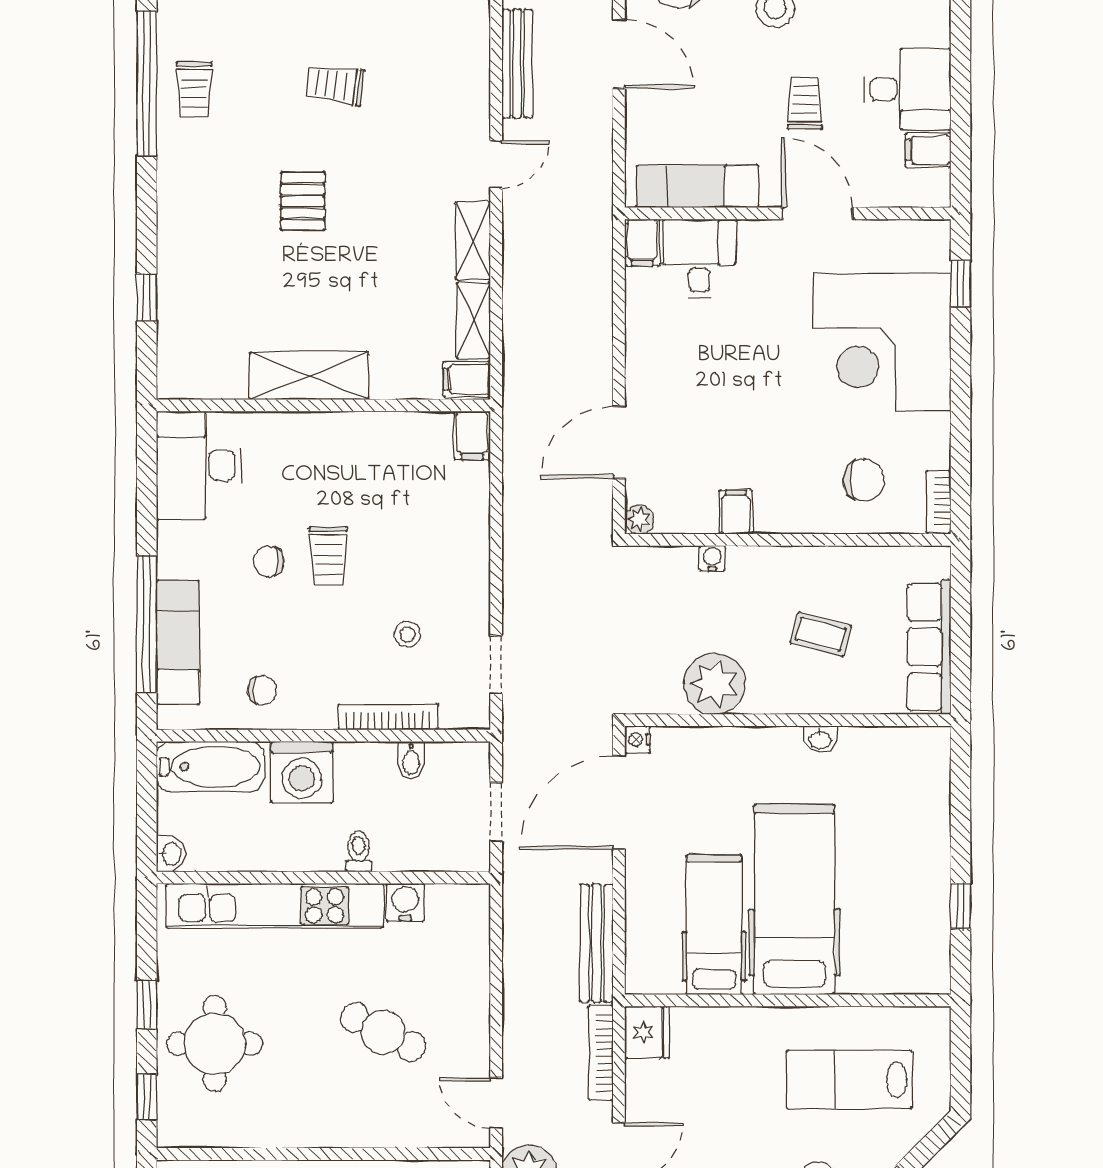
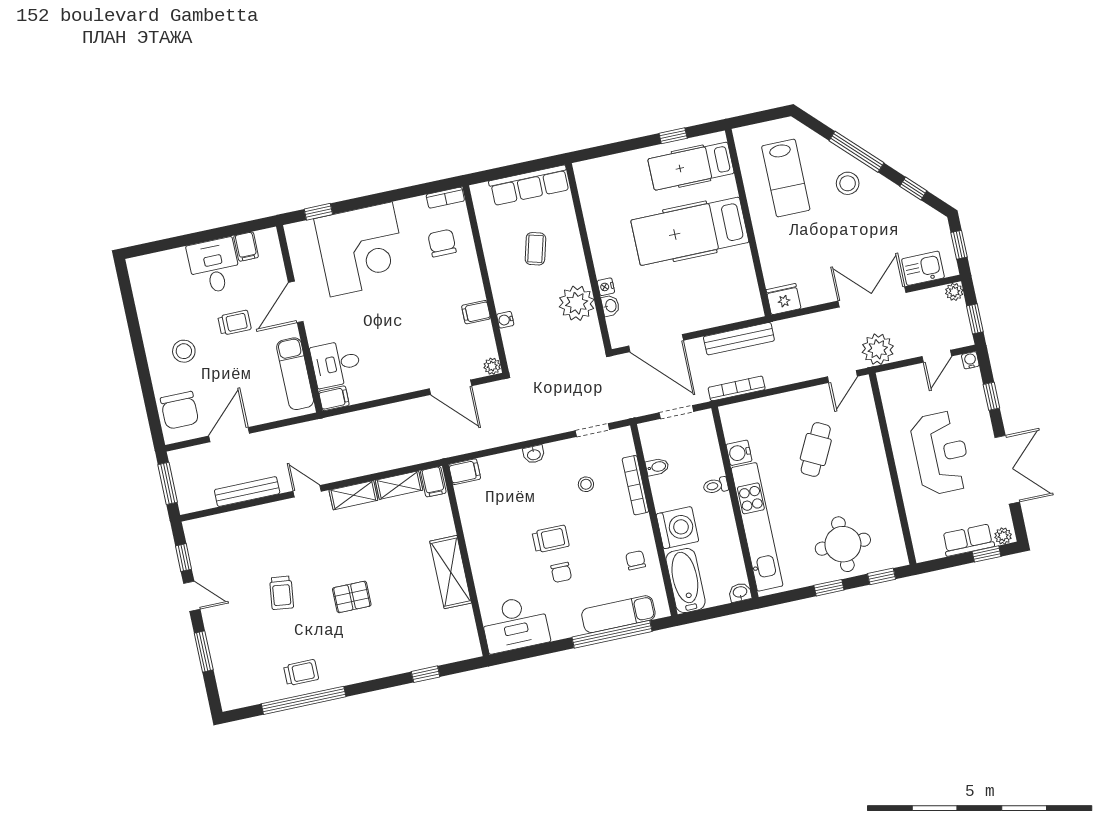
trolley: (805, 103) -> (235, 323), turned 180
washbasin: (476, 558) -> (534, 454), added
nightstand: (637, 740) -> (606, 287), moved, turned 90
washbasin: (820, 740) -> (610, 306), moved
hospital bed: (714, 925) -> (691, 166), moved
bookcase: (601, 1053) -> (737, 388), moved, turned 180

